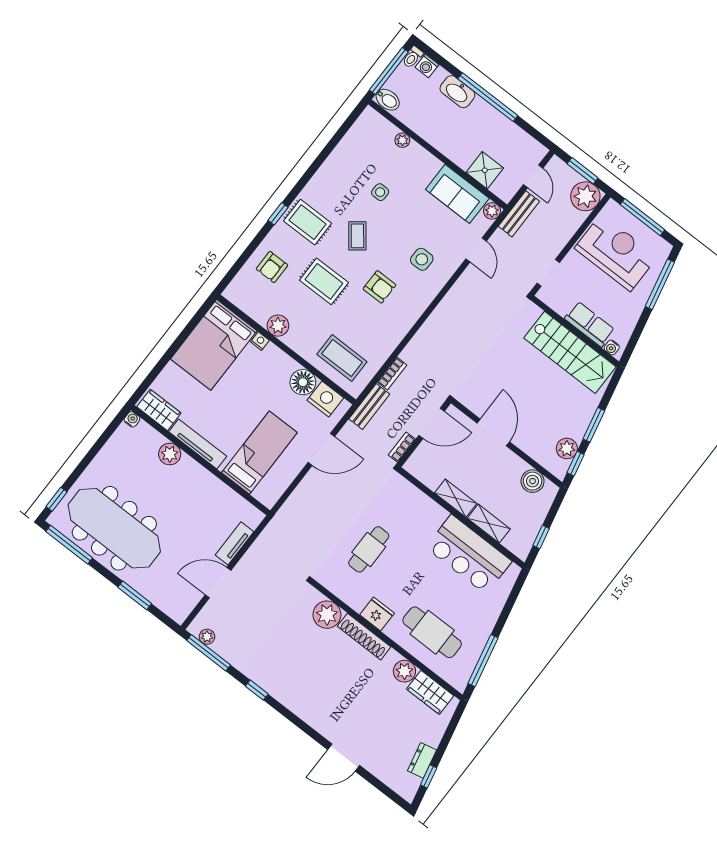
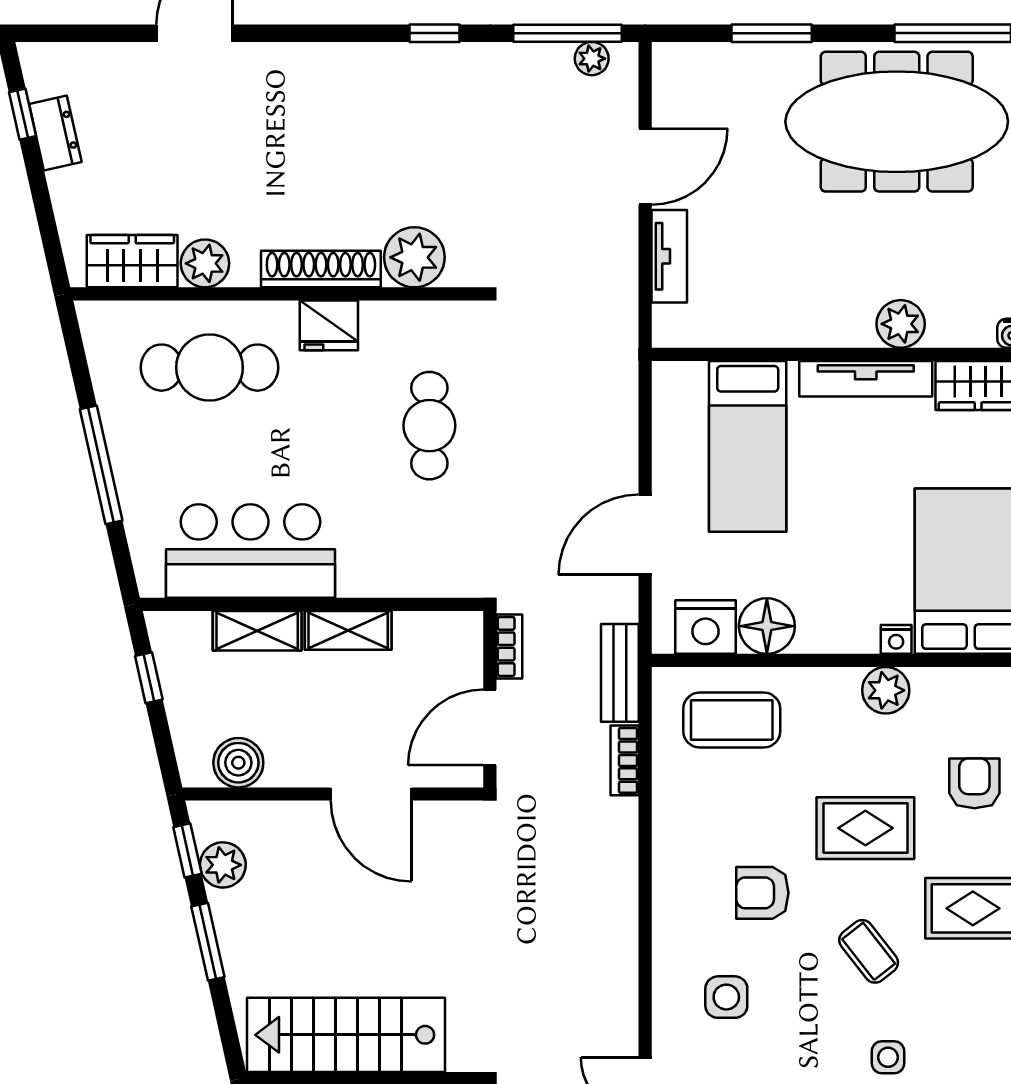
window: (483, 661) -> (101, 465), moved

